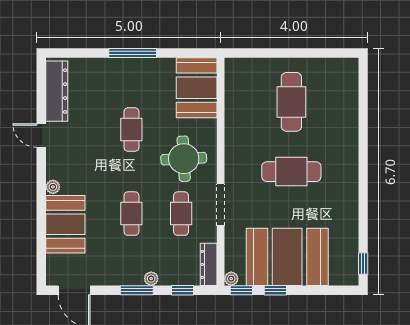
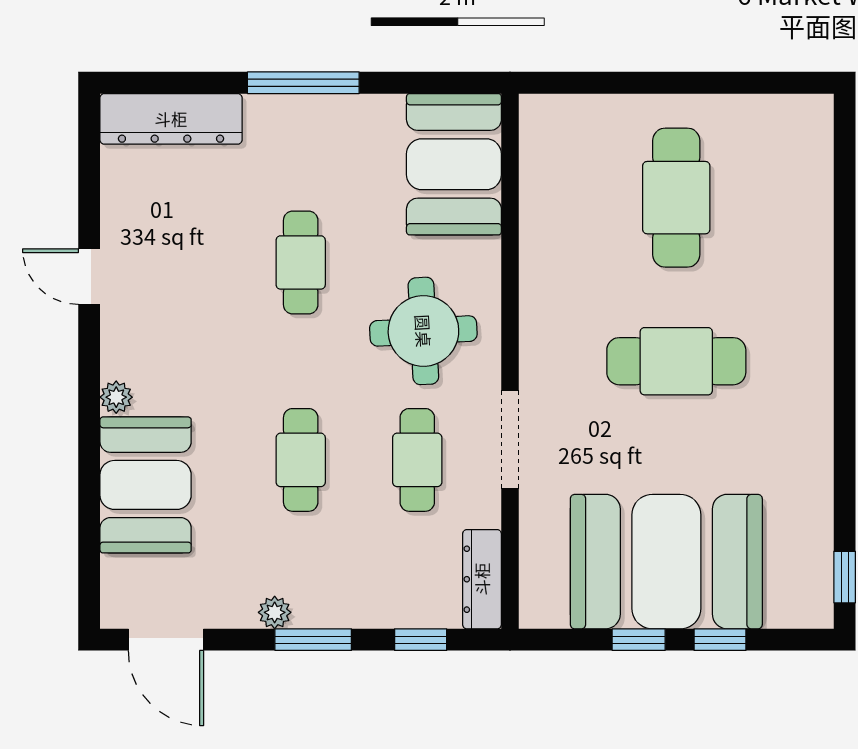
dresser: (57, 91) -> (171, 119), moved, turned 90
plant: (151, 279) -> (275, 612), moved
plant: (231, 279) -> (535, 613), removed
window: (241, 290) -> (720, 640), moved

